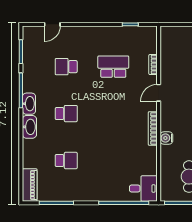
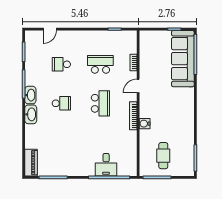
school desk: (66, 161) -> (100, 103), moved, width x1.85
desk: (143, 188) -> (106, 165), moved, turned 90

